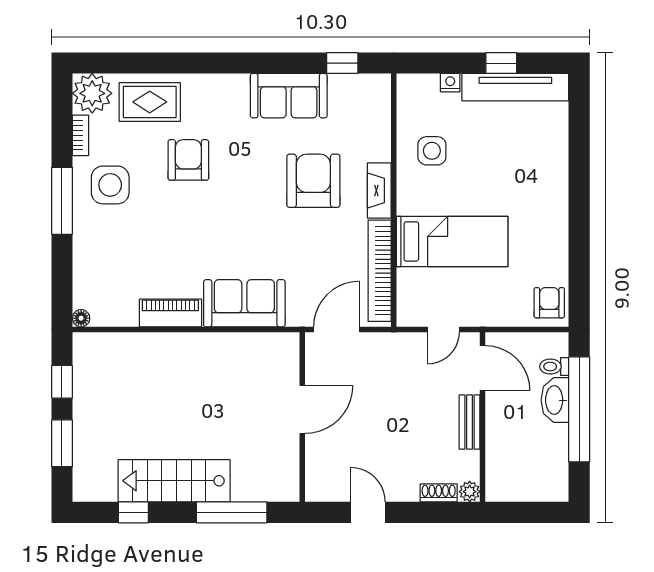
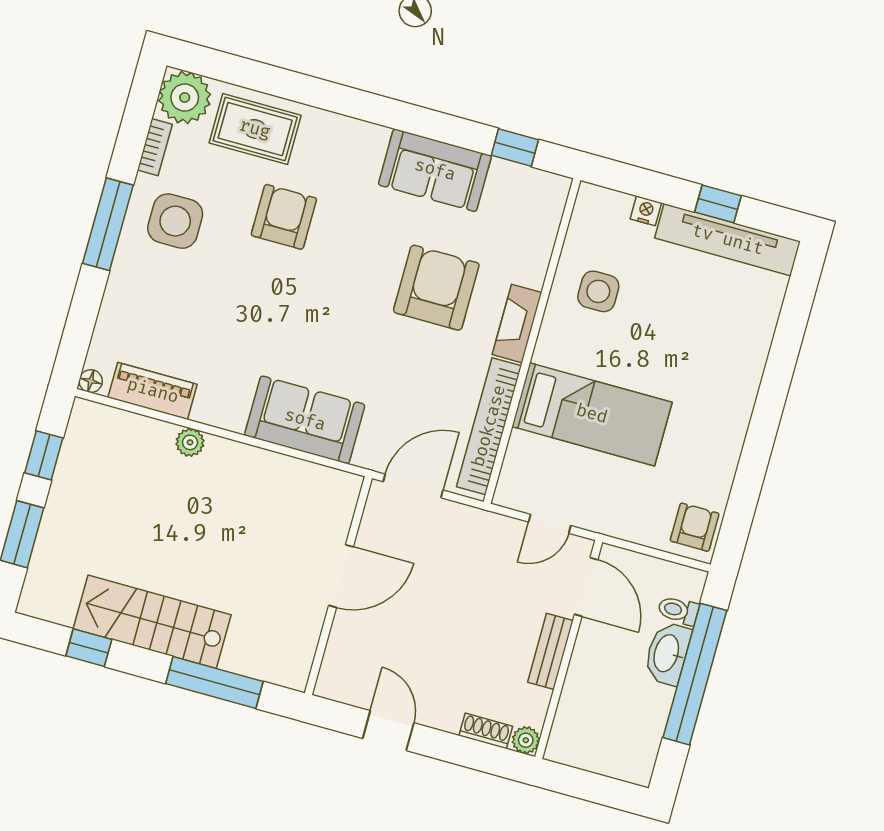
piano: (170, 313) -> (153, 391), moved
plant: (166, 343) -> (190, 442), added

